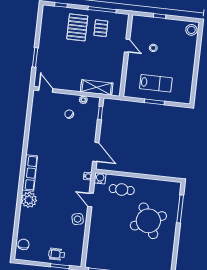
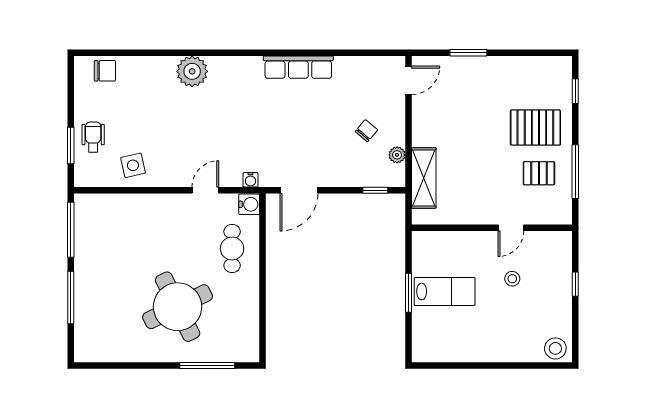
lab bench: (156, 83) -> (445, 291), turned -90
row of seats: (30, 173) -> (298, 67), moved
side table: (78, 219) -> (133, 165), moved

